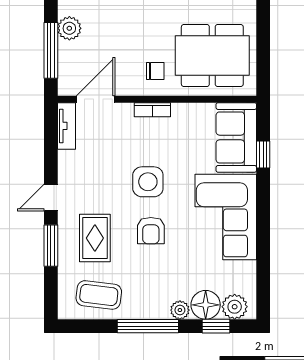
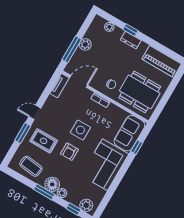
rug: (95, 238) -> (44, 141), turned 90
floor lamp: (206, 305) -> (52, 184), moved
window: (148, 326) -> (44, 192), width x0.69

